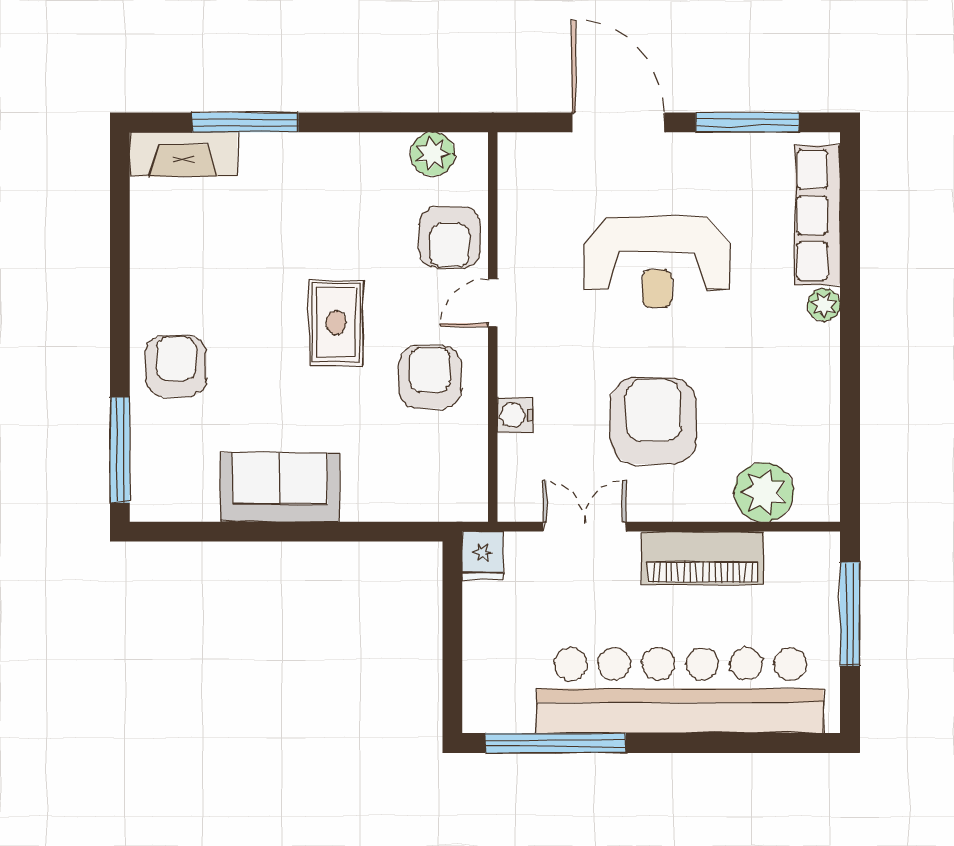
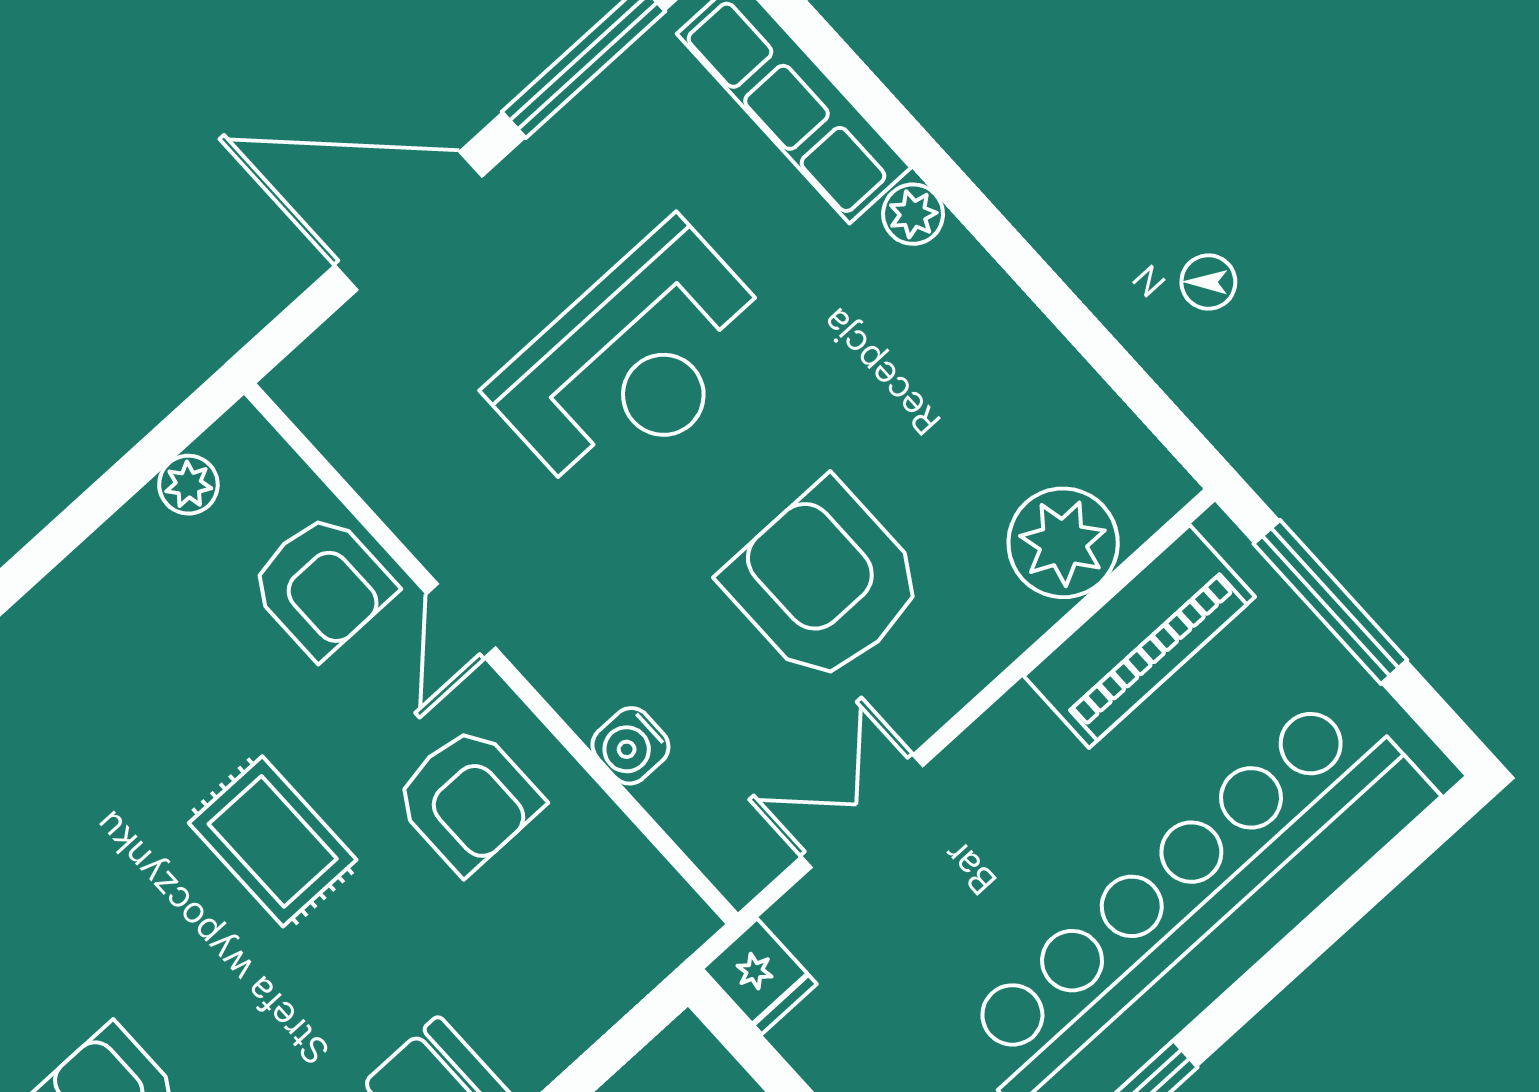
plant: (433, 154) -> (188, 485), width x0.73, depth x0.73
armchair: (430, 377) -> (468, 799), turned 180
piano: (703, 558) -> (1139, 636), moved

